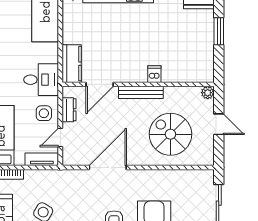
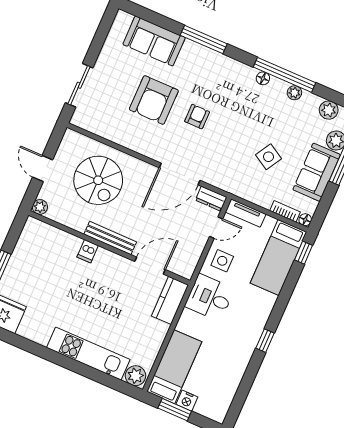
dresser: (69, 110) -> (211, 199), moved, turned -90

